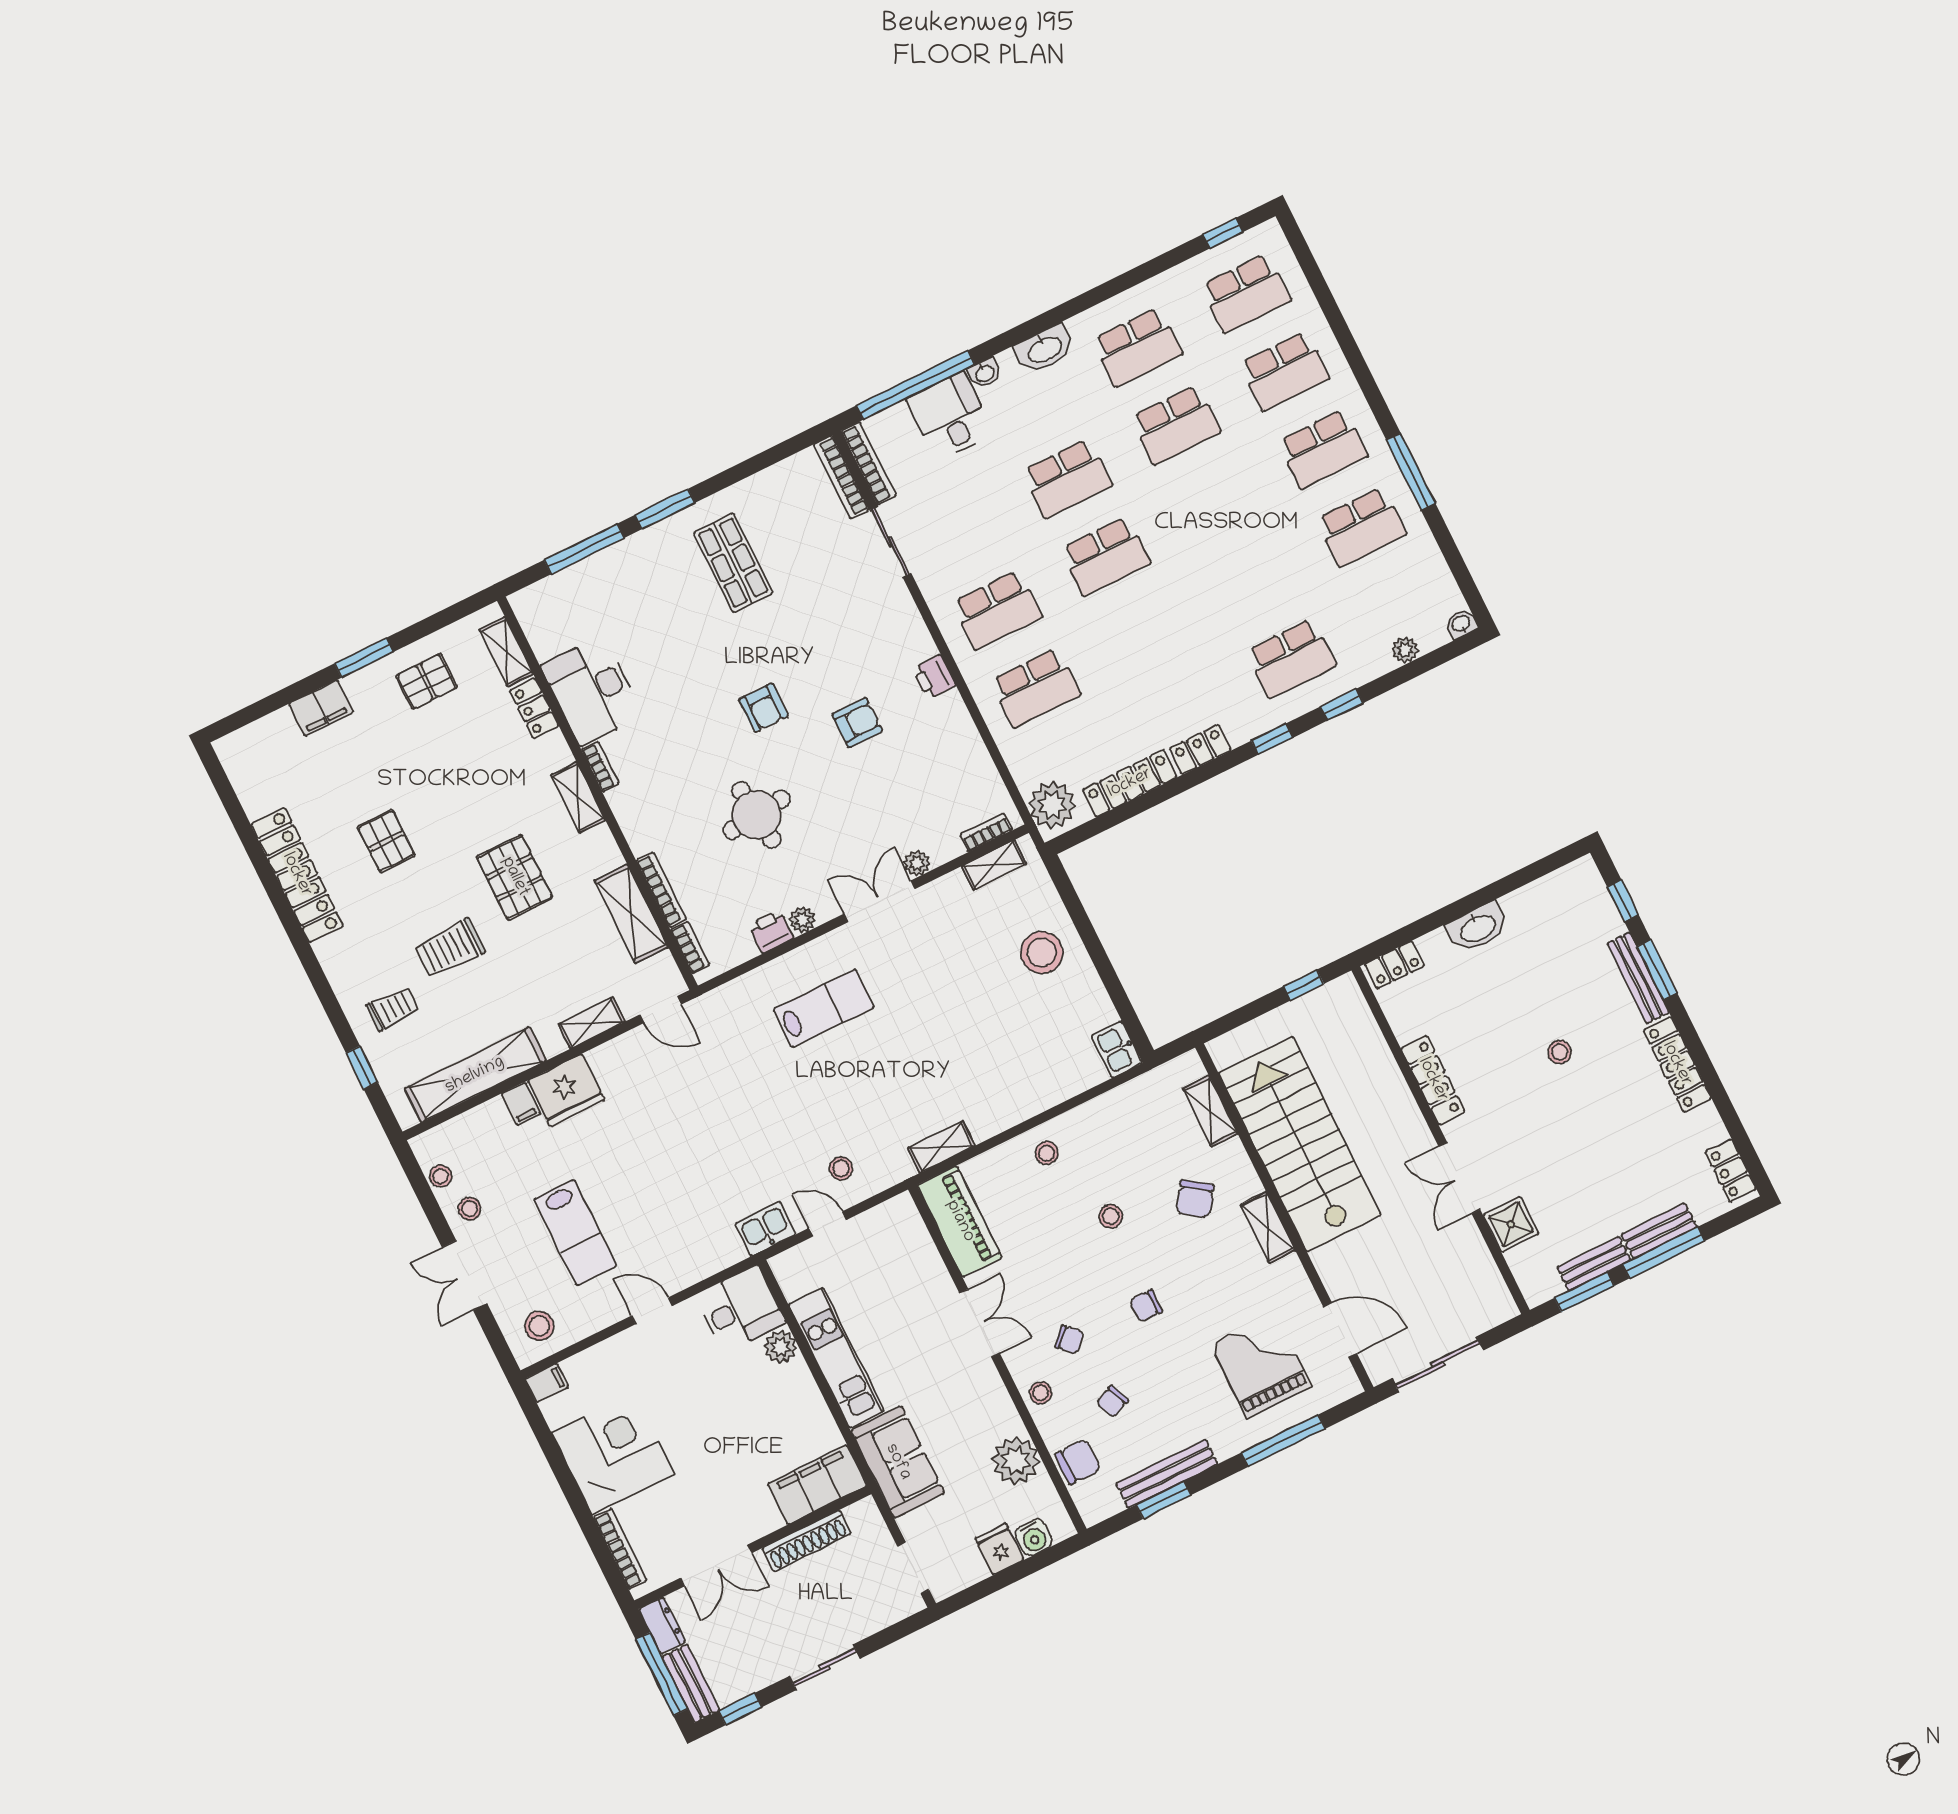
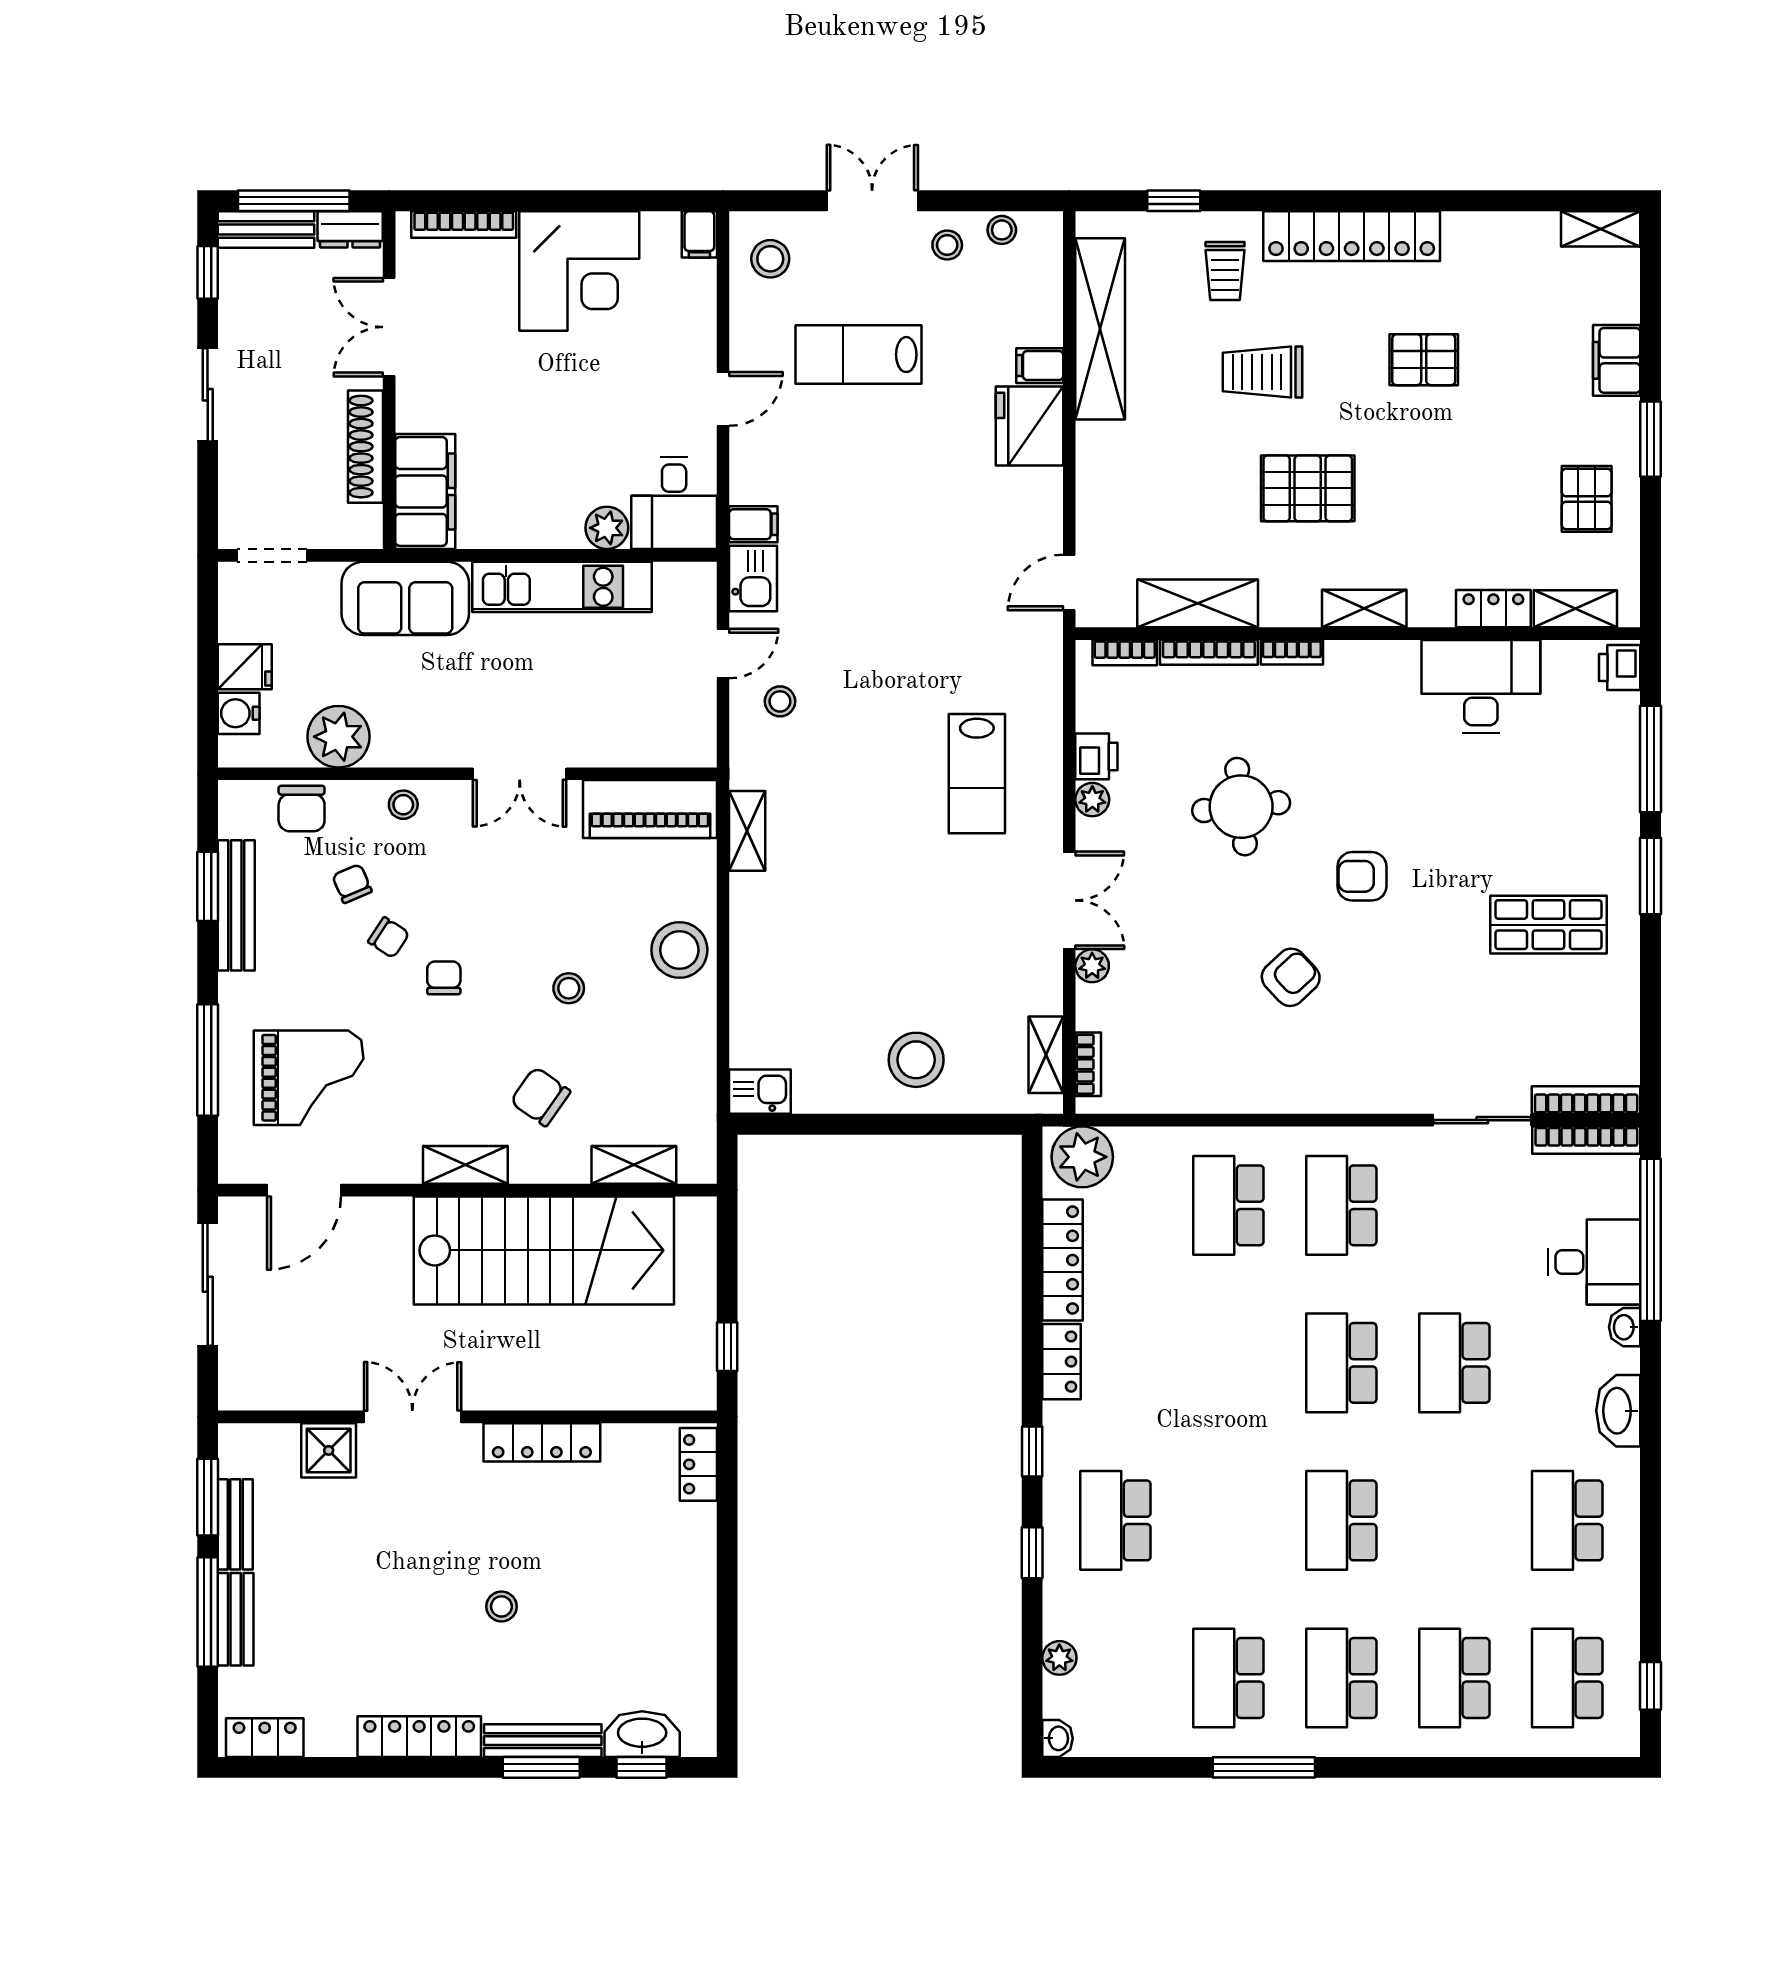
school desk: (1176, 425) -> (1341, 1520), moved
printer: (934, 677) -> (1620, 668), moved, turned -90
armchair: (857, 722) -> (1291, 977), turned -133
bookcase: (600, 767) -> (1292, 652), moved
locker: (297, 875) -> (1352, 236), moved
washbasin: (1477, 928) -> (642, 1734), moved, turned 90
trolley: (450, 948) -> (1262, 372), turned -90
shelving: (592, 1023) -> (1601, 229), moved, turned 90
stool: (1047, 1153) -> (679, 950), width x1.89, depth x1.89
filing cabinet: (728, 1247) -> (753, 524), added
chair: (1069, 1340) -> (389, 937), moved, turned -101

